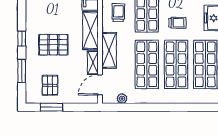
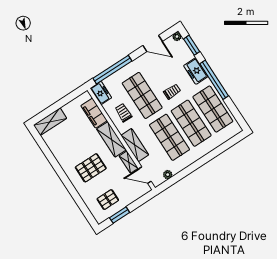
window: (22, 39) -> (64, 179), removed
window: (22, 71) -> (80, 203), removed
pallet: (50, 85) -> (108, 200), turned 90
door: (100, 85) -> (145, 175), hinge flipped

